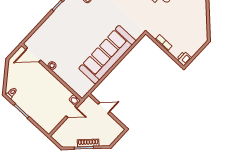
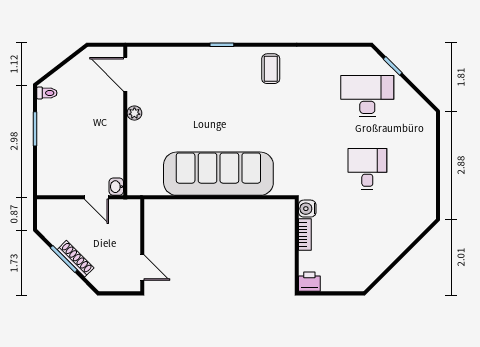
water cooler: (154, 32) -> (307, 209), added
door: (104, 108) -> (142, 268), moved

